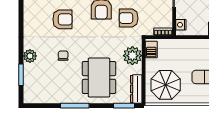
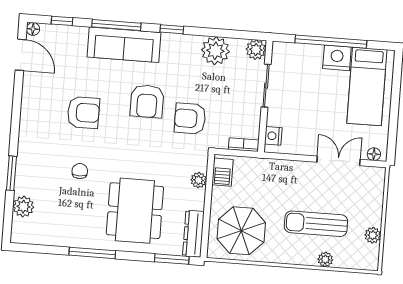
plant: (30, 56) -> (23, 207), moved
plant: (132, 56) -> (199, 180), width x0.53, depth x0.53
window: (21, 75) -> (12, 173), moved

